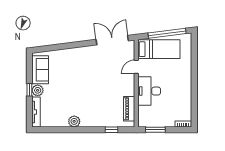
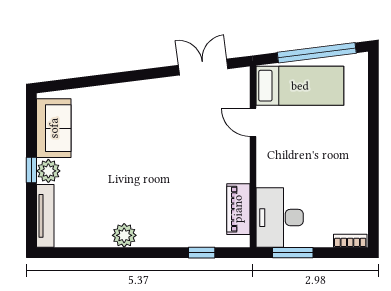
double door: (112, 40) -> (203, 67), width x0.73
door: (136, 67) -> (253, 122), hinge flipped
desk: (149, 91) -> (280, 218), moved

